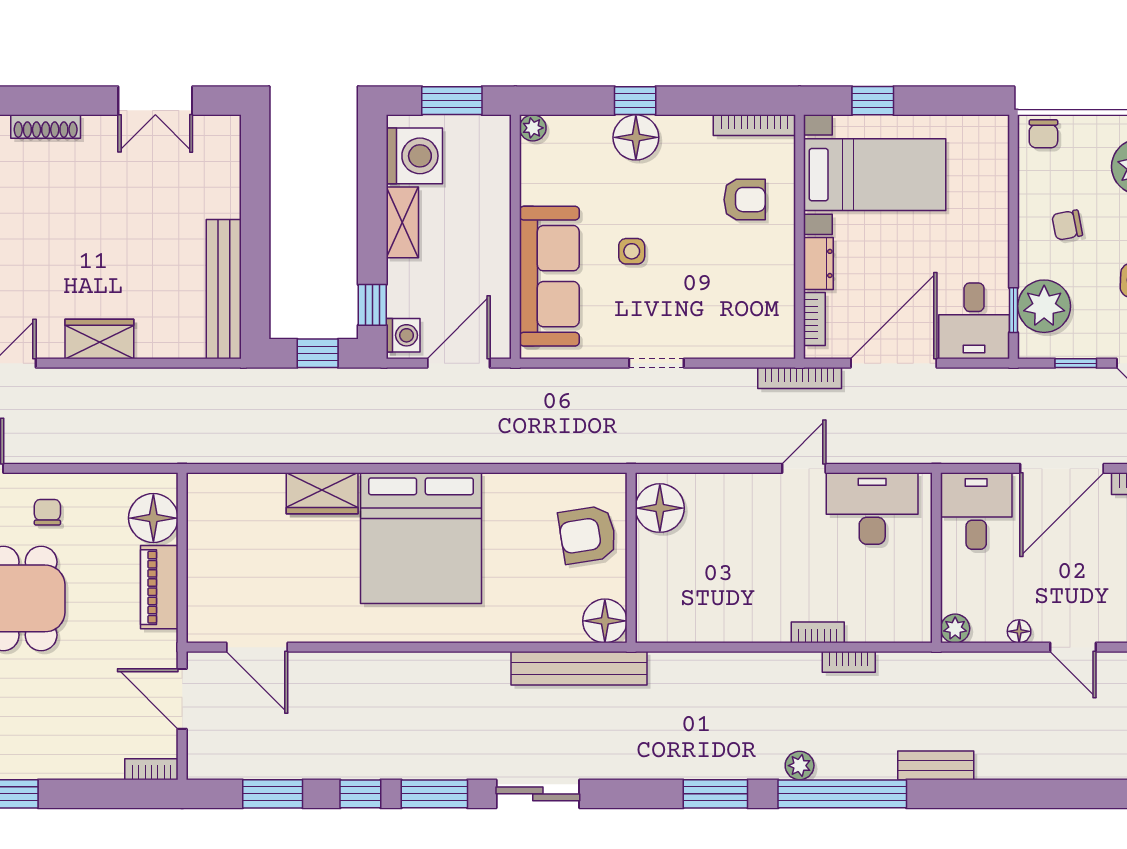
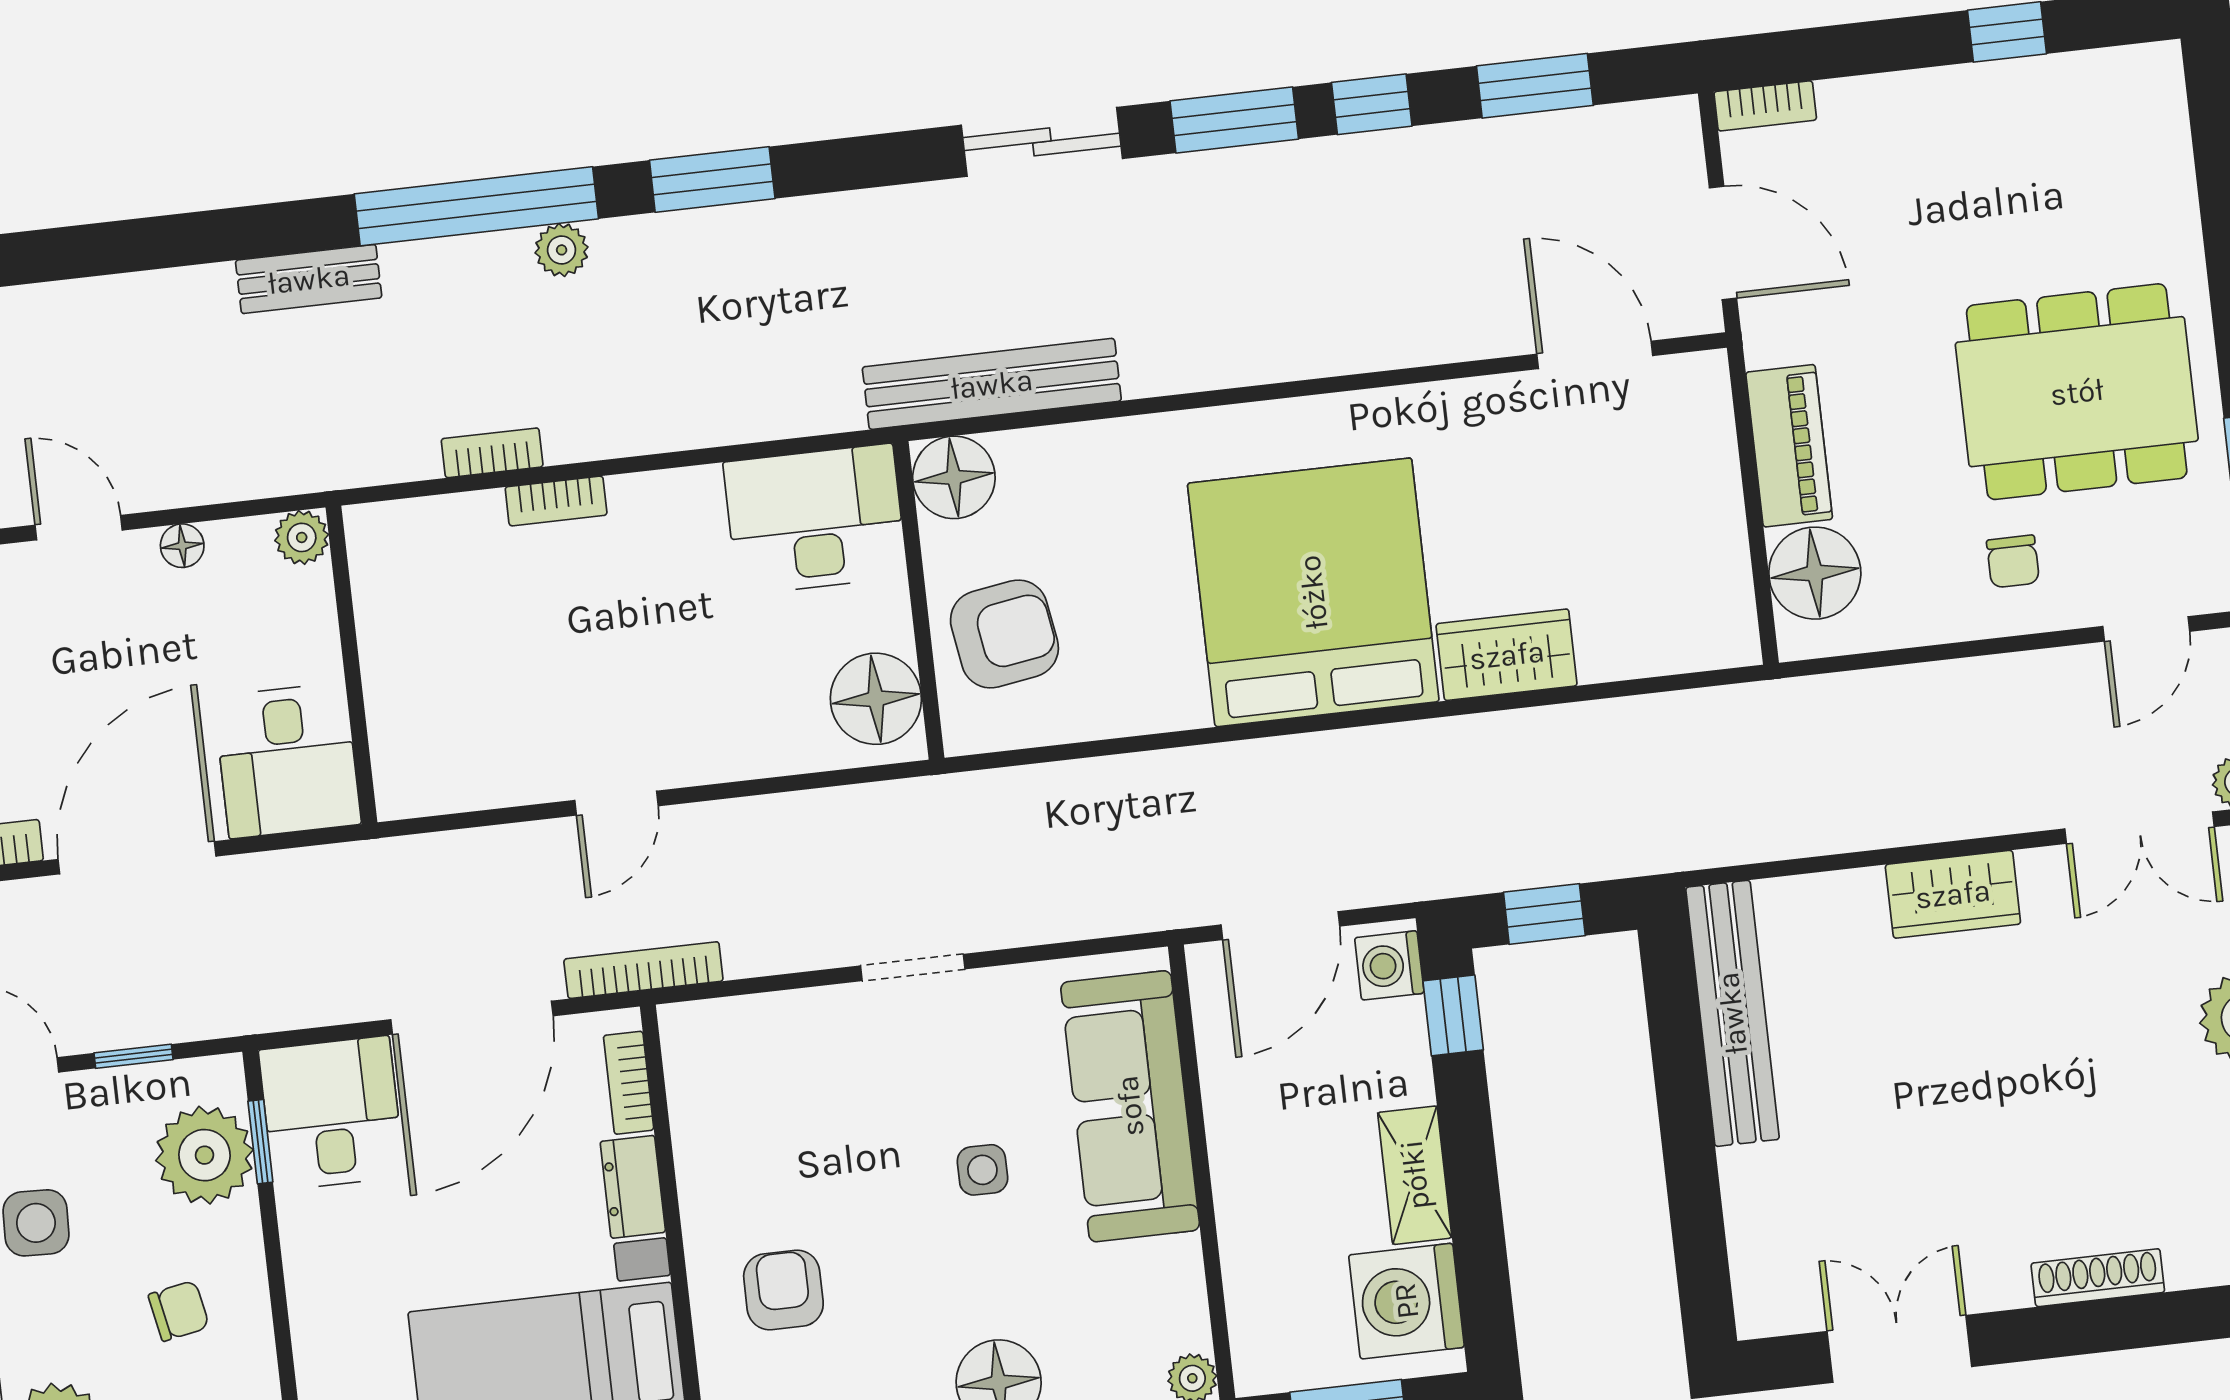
armchair: (745, 200) -> (783, 1290), turned 90
desk: (872, 508) -> (815, 519), moved, turned 180

